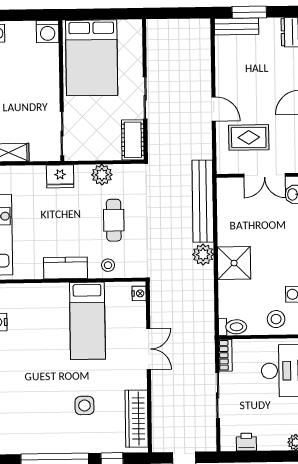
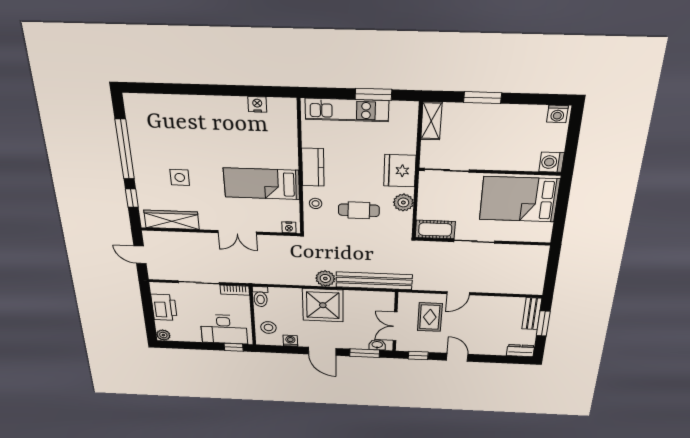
fridge: (60, 176) -> (400, 171), width x1.36, depth x1.34
shower: (234, 263) -> (323, 305), width x1.37, depth x1.37
printer: (246, 442) -> (164, 307), width x1.87, depth x1.48

